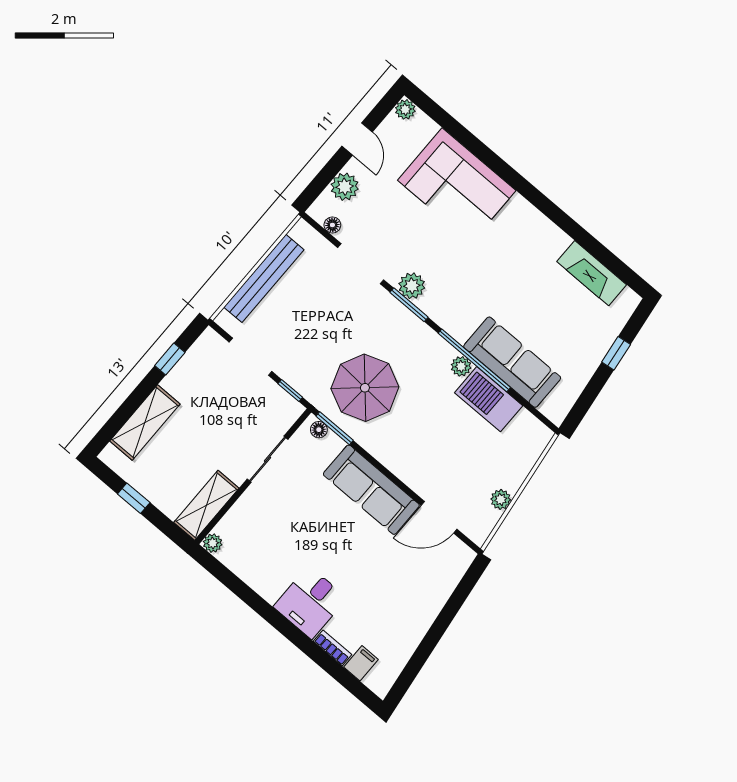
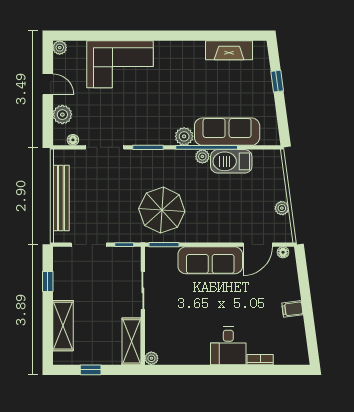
plant: (412, 286) -> (184, 136), moved
floor lamp: (319, 430) -> (283, 252), moved
filing cabinet: (361, 663) -> (292, 309), moved, turned -98

